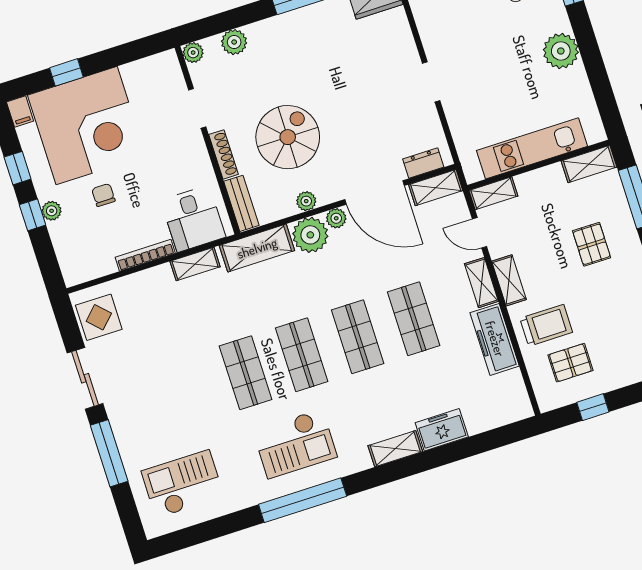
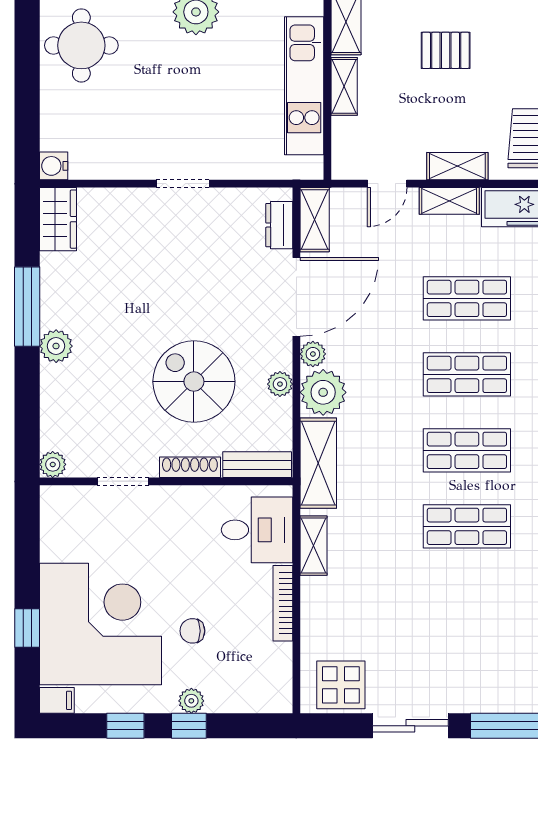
plant: (234, 42) -> (56, 346), moved
shelving: (493, 193) -> (344, 86), moved

